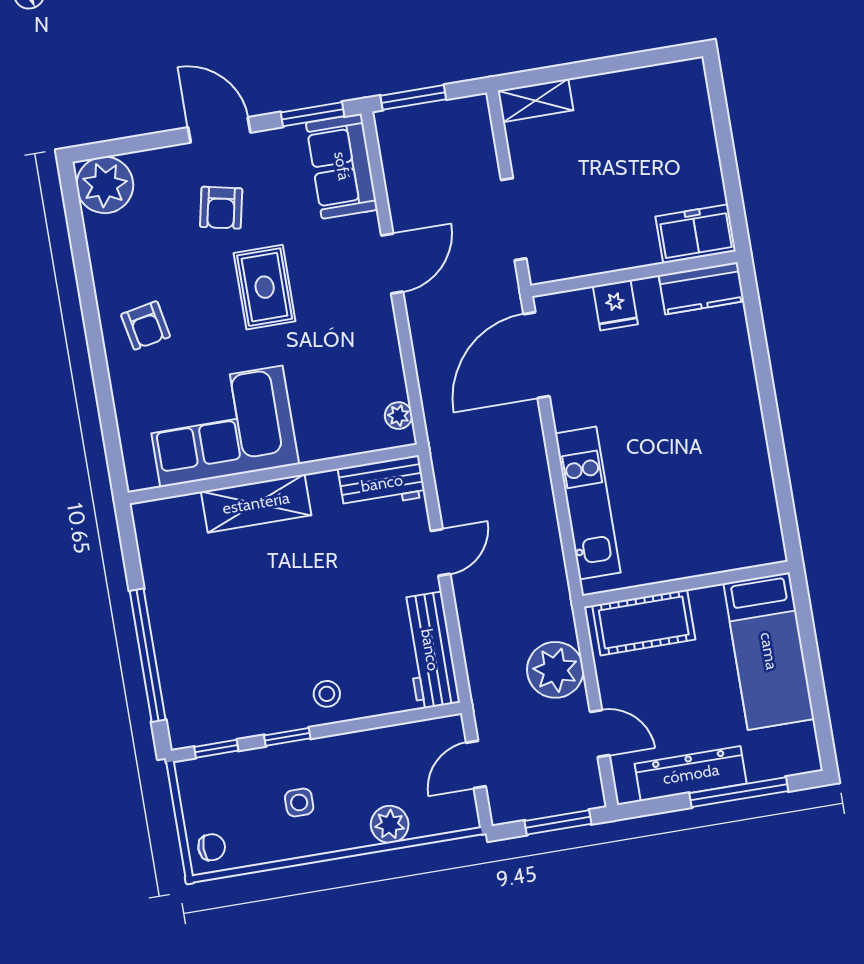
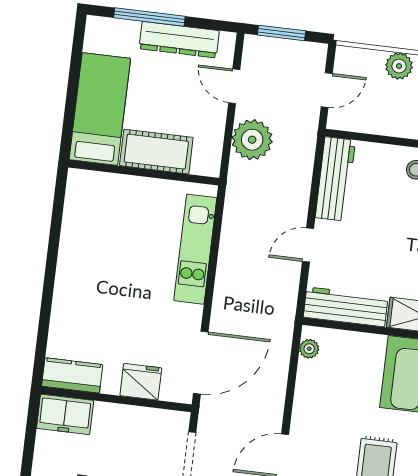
fridge: (615, 305) -> (141, 382), width x1.38
workbench: (382, 483) -> (346, 307), width x1.38
cot: (644, 622) -> (156, 152), moved

